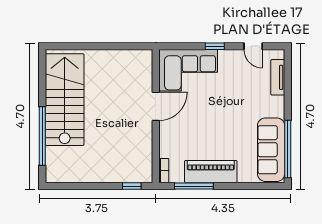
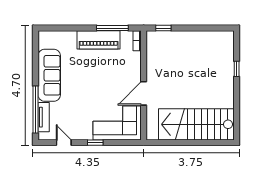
stairs: (65, 100) -> (196, 124), moved, turned 90
window: (42, 136) -> (237, 69), width x0.32
window: (288, 149) -> (35, 109), moved
sofa: (271, 150) -> (49, 75), moved

